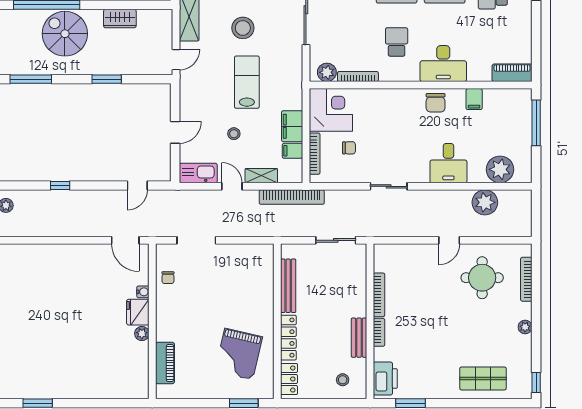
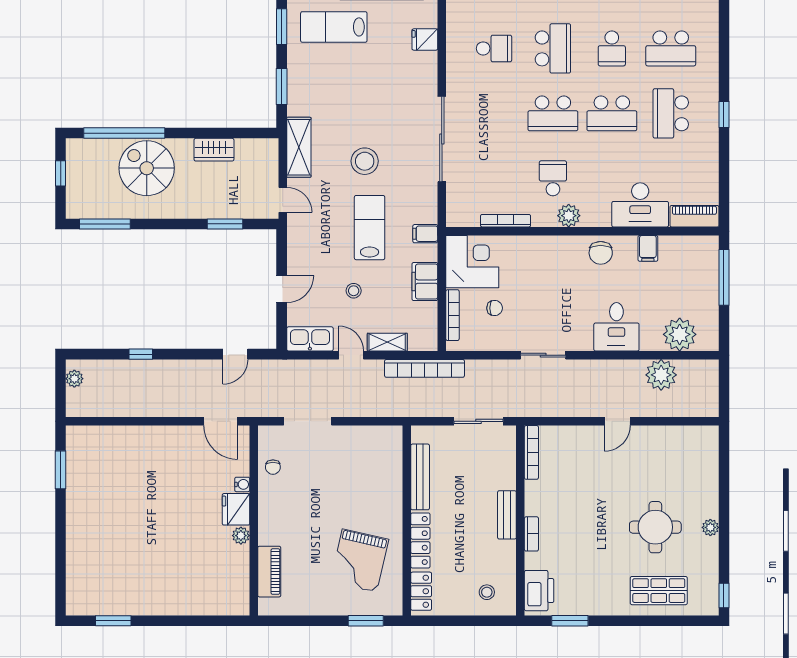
door: (176, 60) -> (283, 200), hinge flipped
desk: (443, 64) -> (640, 205), moved
plant: (327, 72) -> (569, 216), moved
window: (107, 79) -> (225, 224), moved
filing cabinet: (292, 151) -> (425, 234), moved
round table: (482, 278) -> (655, 527), moved
bookcase: (526, 279) -> (712, 469), removed
bookcase: (379, 295) -> (531, 452), moved
bench: (359, 338) -> (507, 515), moved

